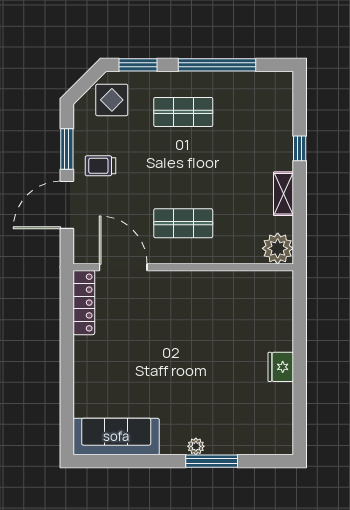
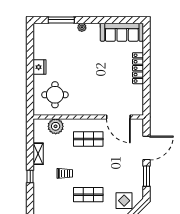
trolley: (100, 166) -> (65, 173), moved
plant: (278, 248) -> (56, 126), moved
locker: (84, 303) -> (138, 68), moved
round table: (250, 312) -> (55, 95), added
window: (212, 461) -> (61, 20), moved

